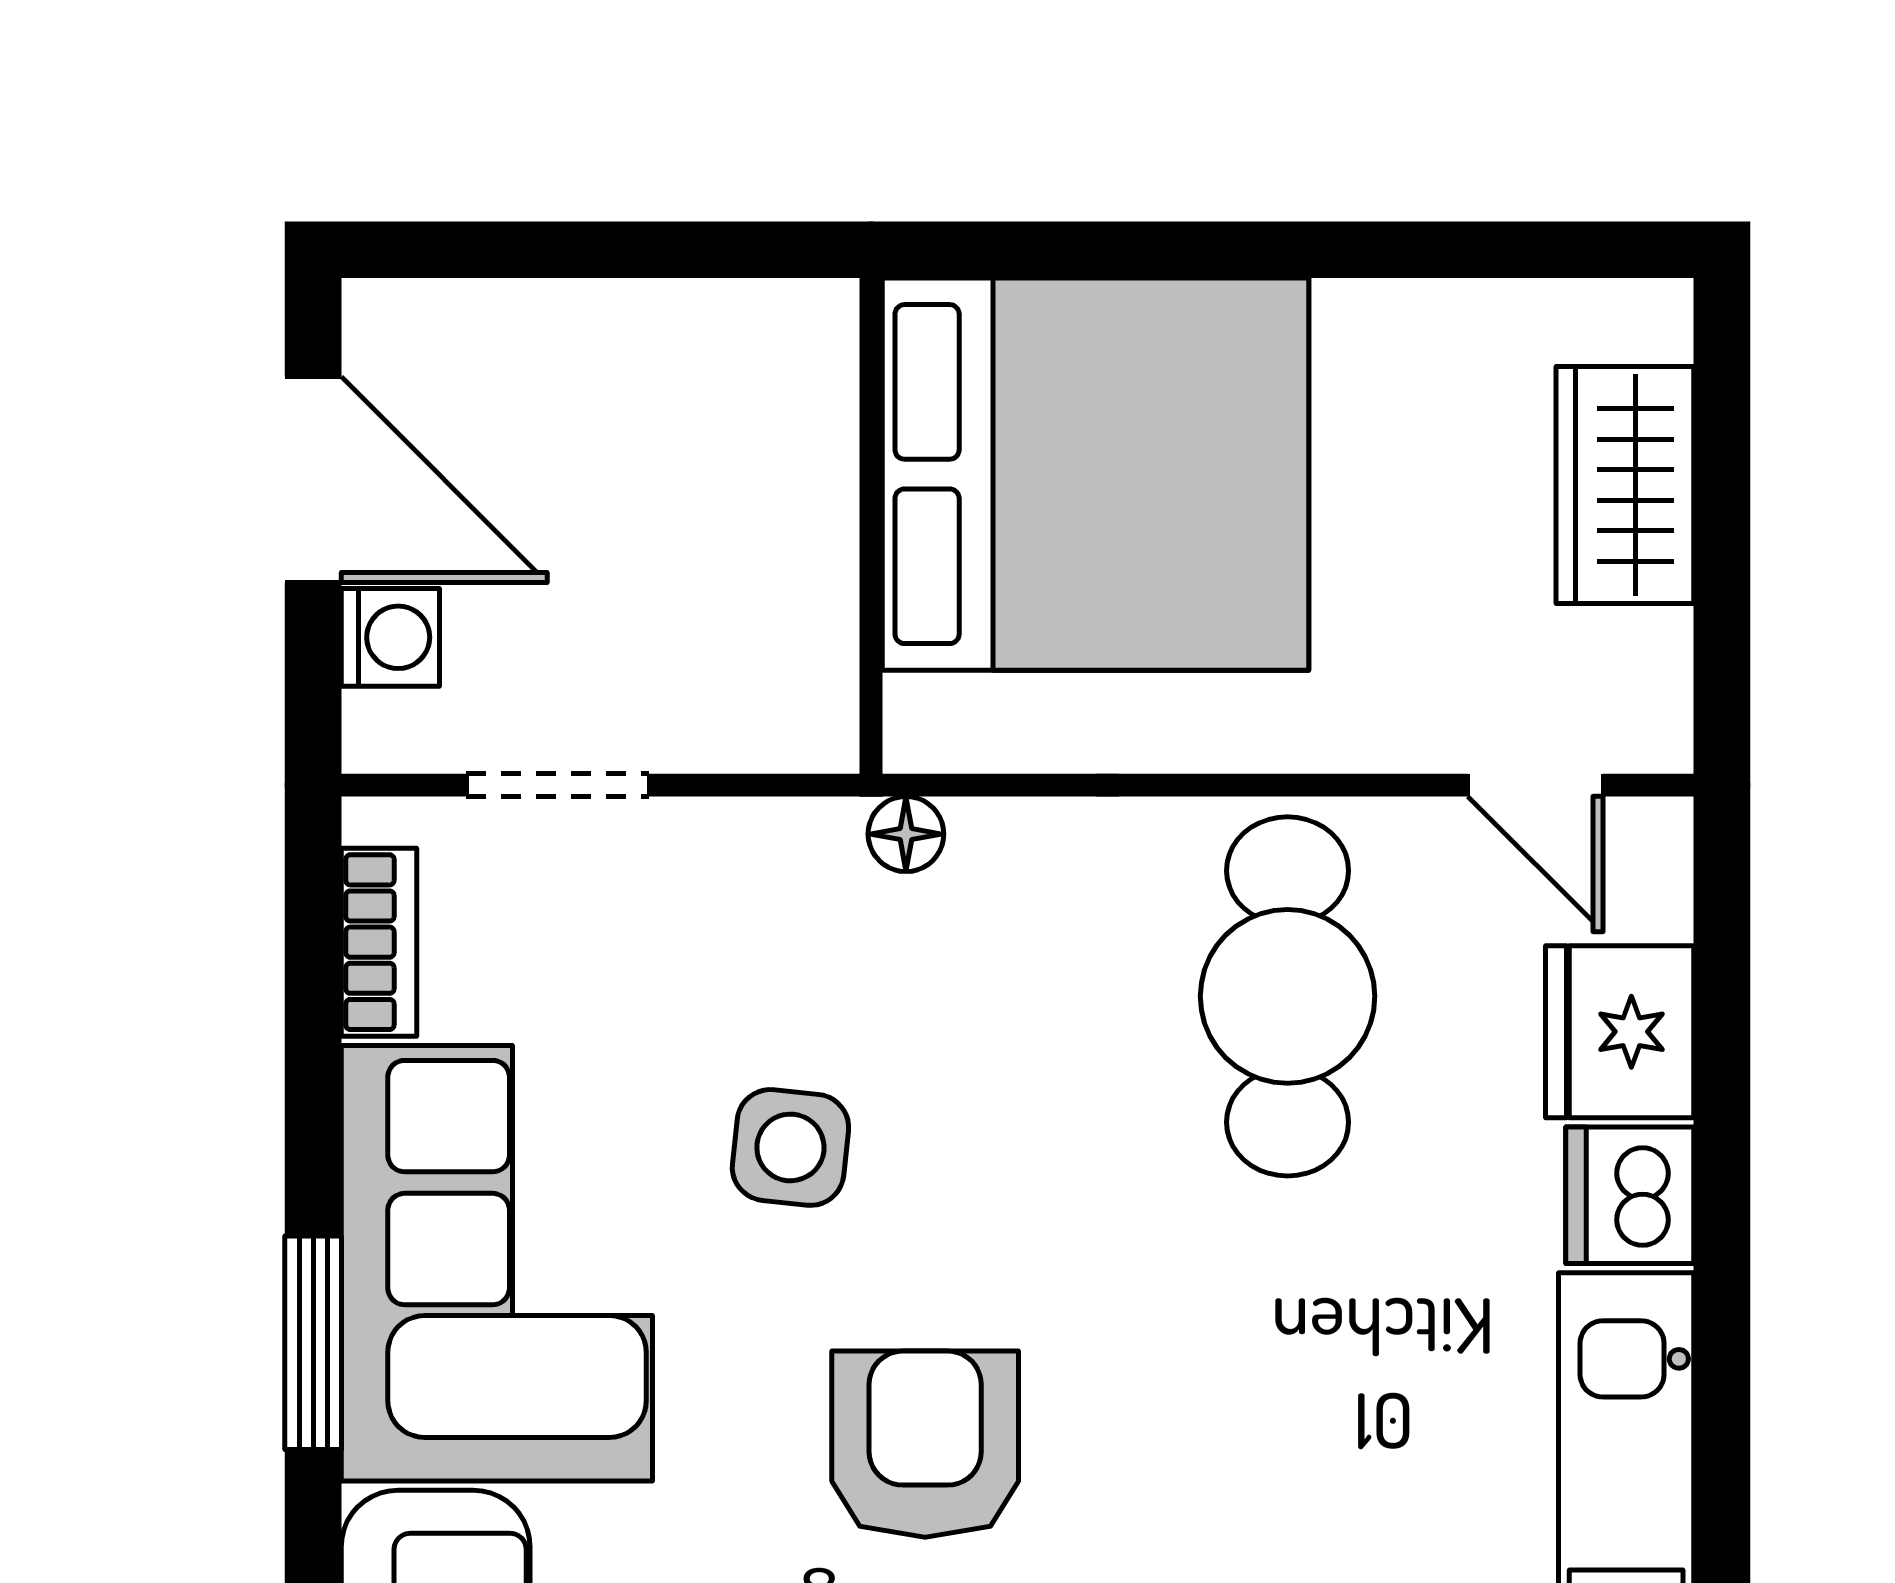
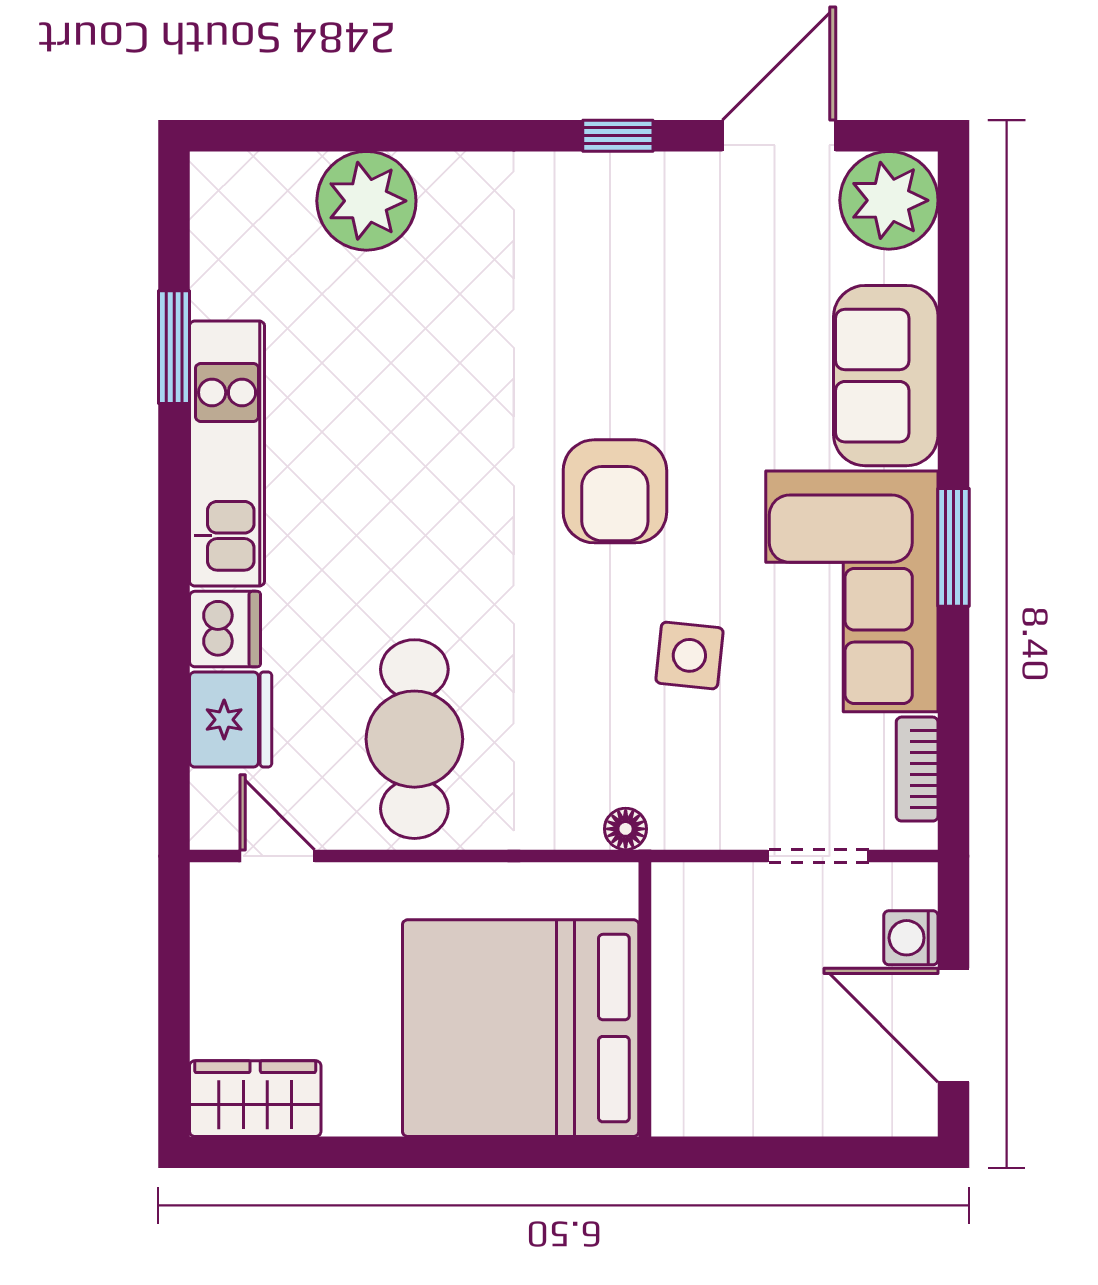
wardrobe: (1625, 485) -> (255, 1099), moved, turned -90

